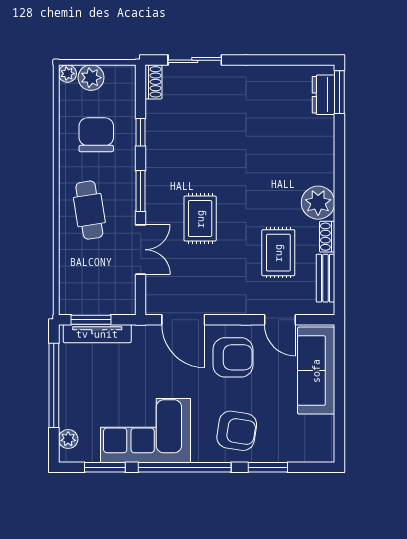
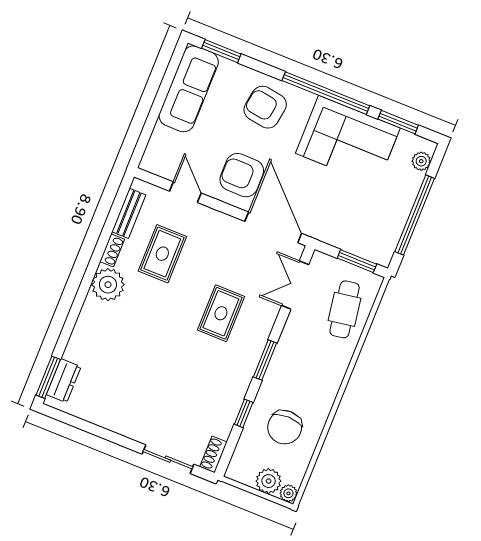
cafe table: (89, 210) -> (345, 309), moved
double door: (141, 250) -> (295, 285), moved
door: (183, 320) -> (273, 227), width x1.36
tv unit: (97, 334) -> (356, 246), removed
sofa: (316, 371) -> (189, 89), moved
window: (268, 467) -> (221, 51), moved

